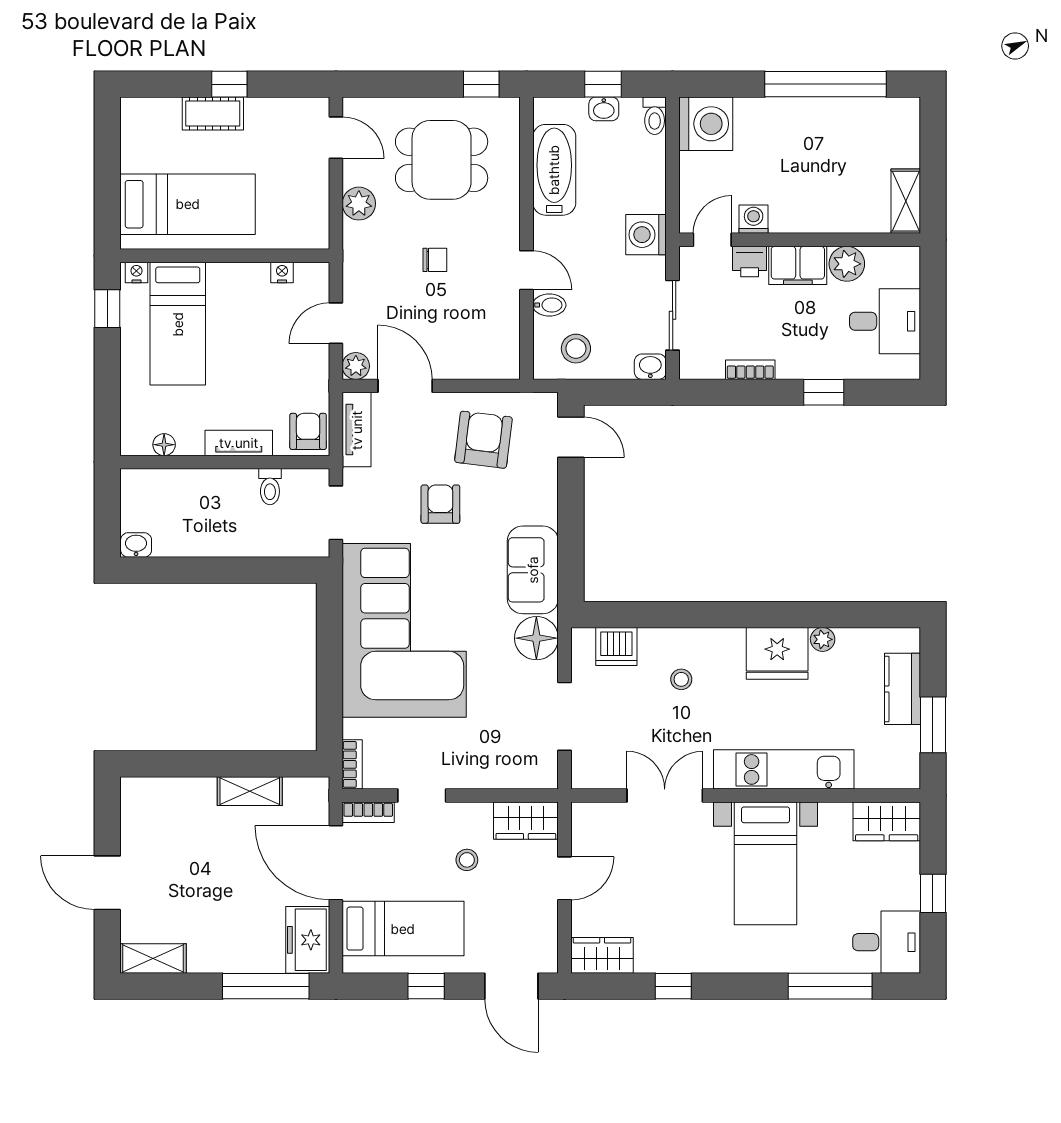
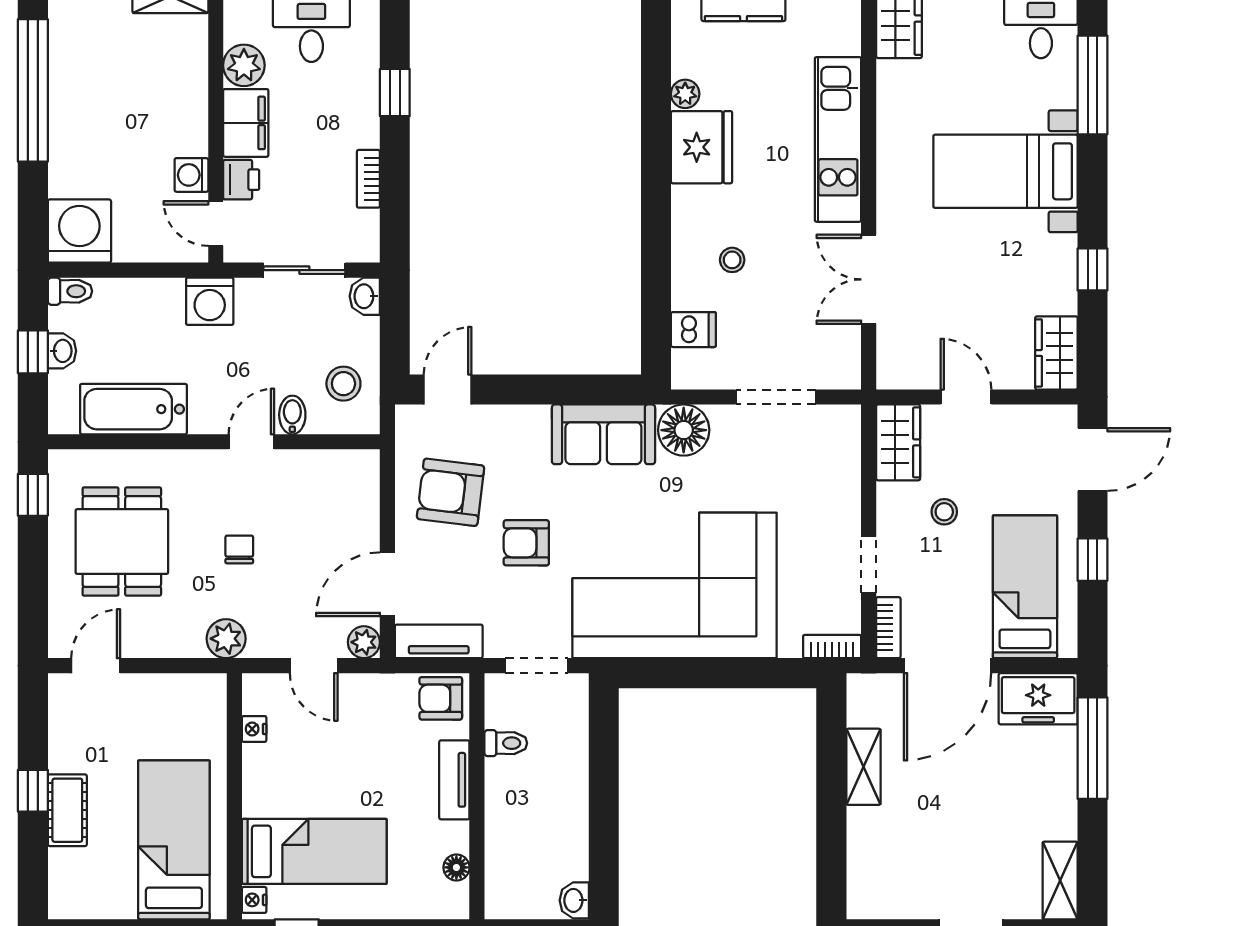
plant: (359, 204) -> (226, 639), moved
dishwasher: (616, 646) -> (693, 330), width x0.73
bed with nightstands: (766, 863) -> (1005, 171), moved, turned 180

